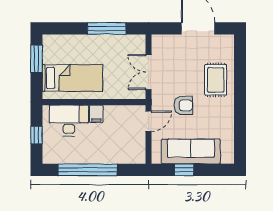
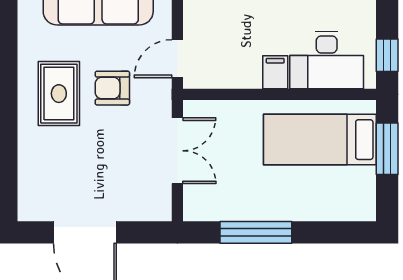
window: (37, 59) -> (387, 149), moved
rug: (216, 80) -> (59, 94), moved
window: (37, 135) -> (387, 55), moved

